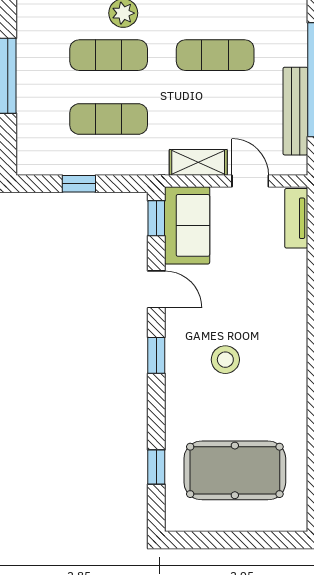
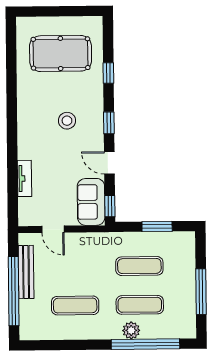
shelving: (198, 162) -> (85, 240), removed
window: (79, 184) -> (157, 226), width x1.50
tv unit: (296, 218) -> (24, 178), moved
window: (156, 467) -> (108, 73), moved

